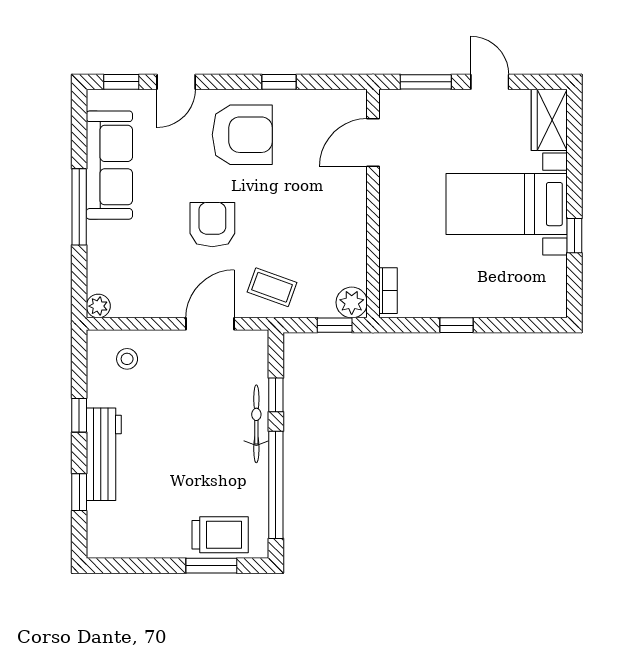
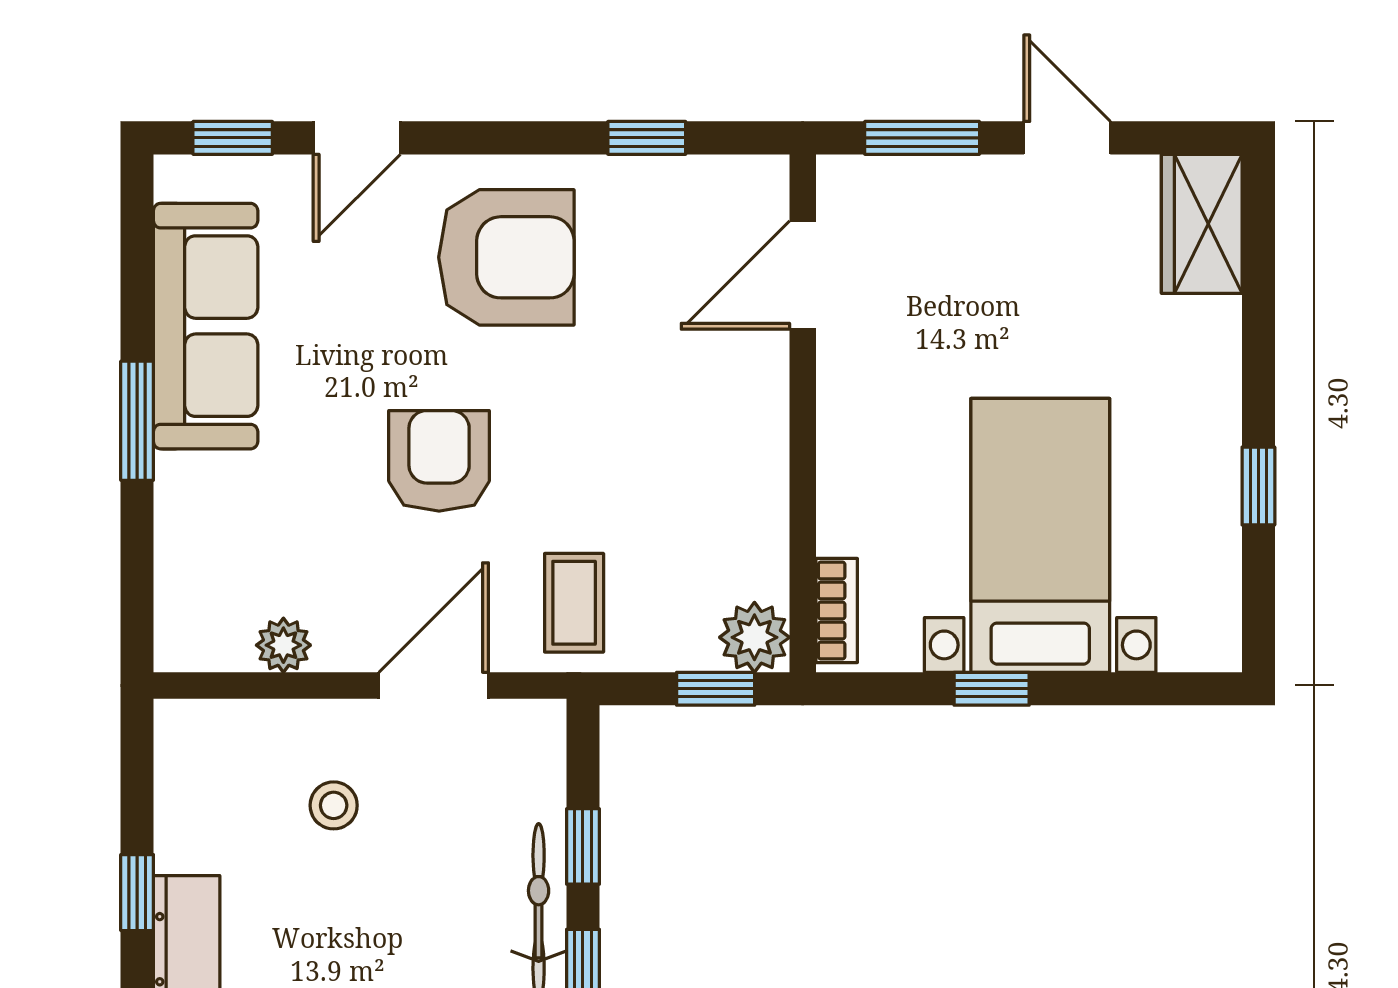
window: (279, 82) -> (647, 138), moved
bed with nightstands: (507, 204) -> (1040, 535), moved, turned 90
window: (79, 207) -> (137, 421), width x0.69
coffee table: (272, 287) -> (574, 603), turned 70
plant: (98, 306) -> (283, 645), moved
stool: (127, 359) -> (334, 805), moved

